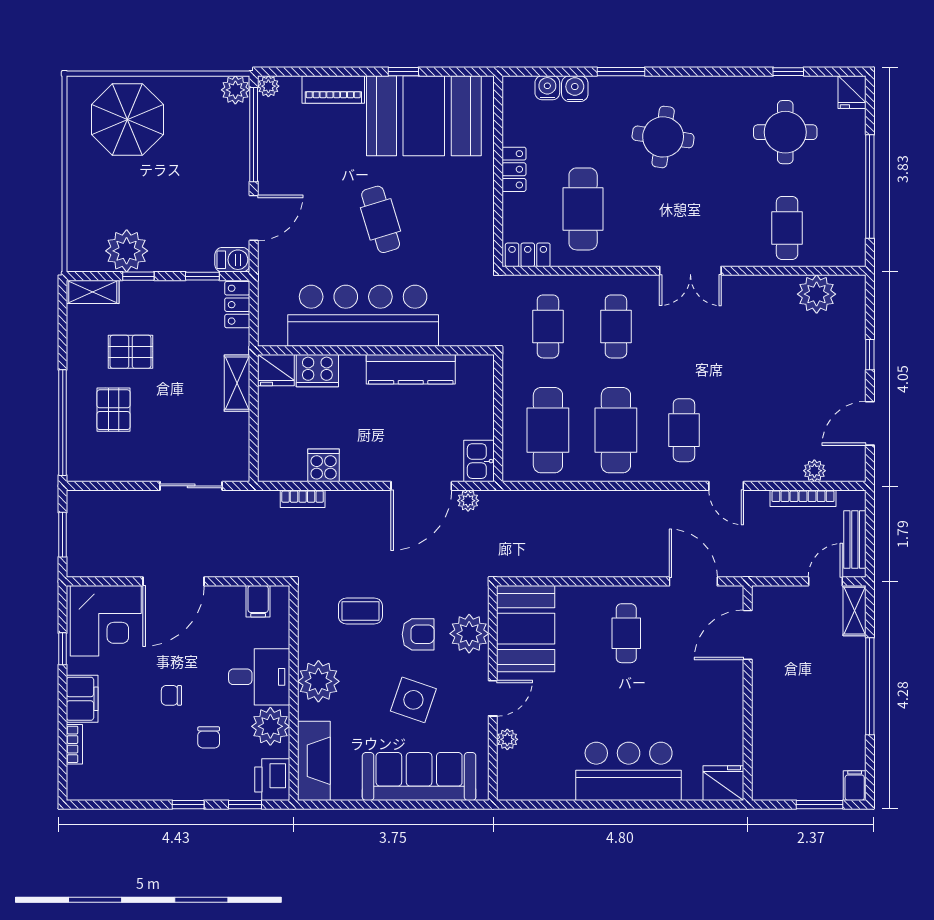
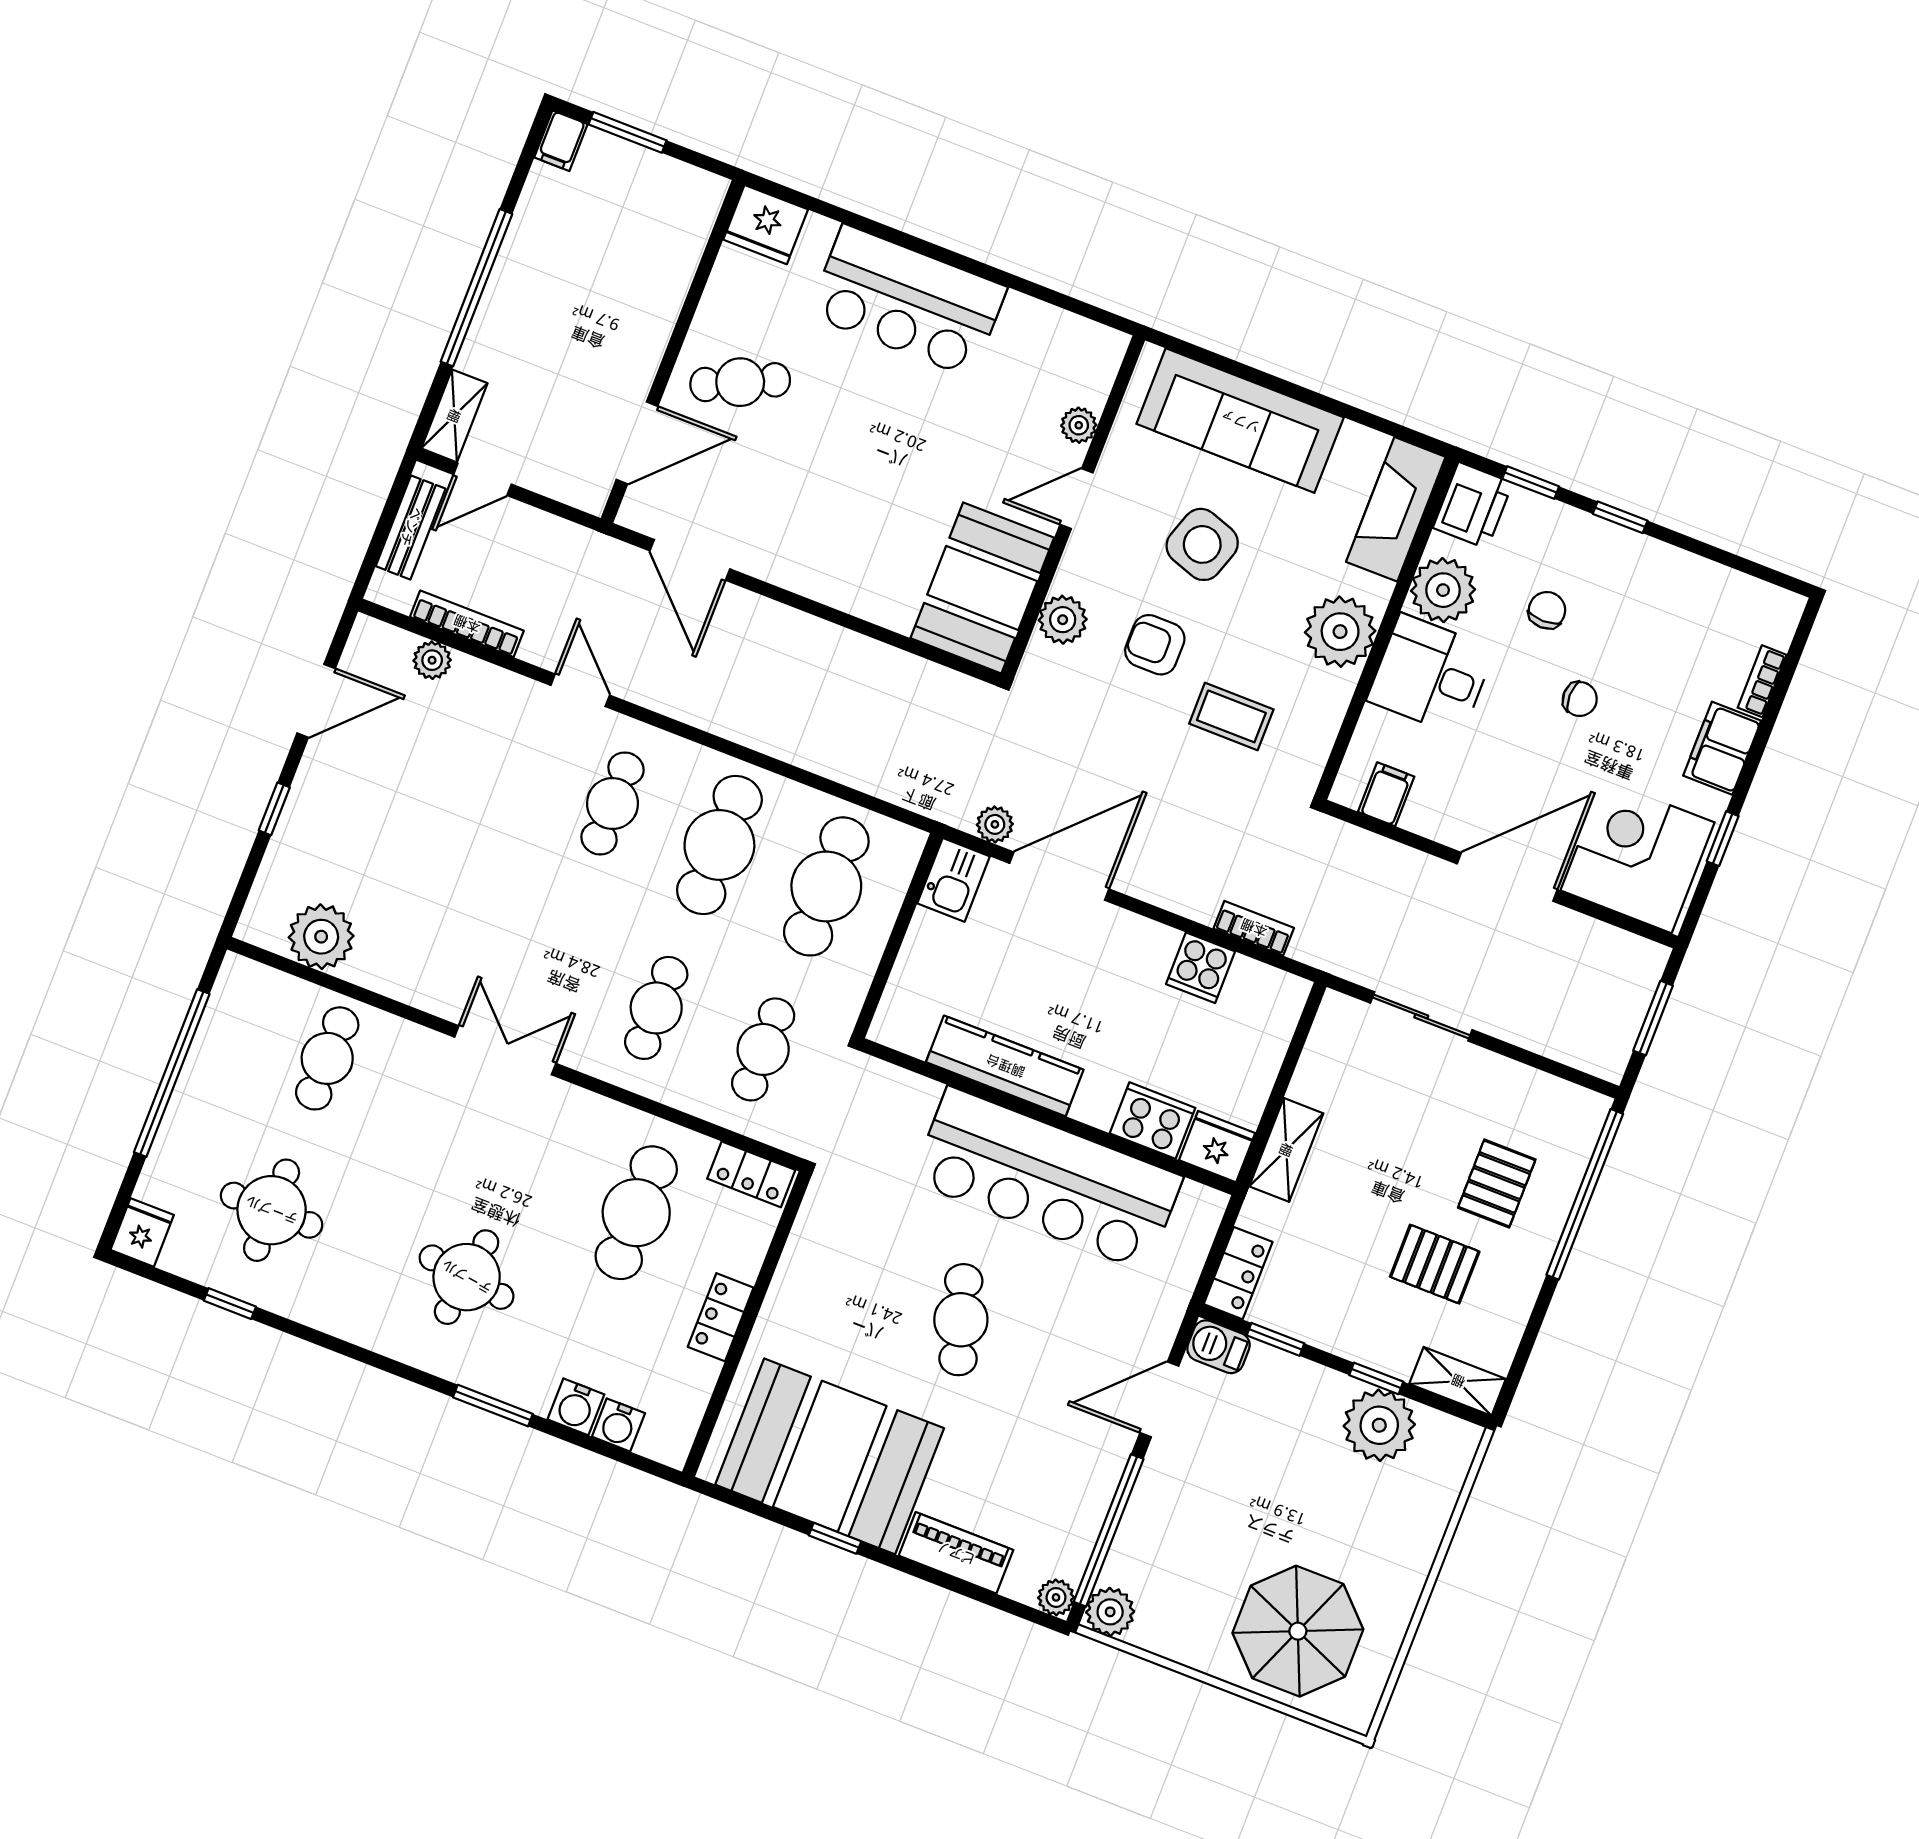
cafe table: (626, 633) -> (740, 382), moved, turned 65
plant: (469, 634) -> (1063, 620), width x0.73, depth x0.73

